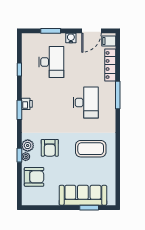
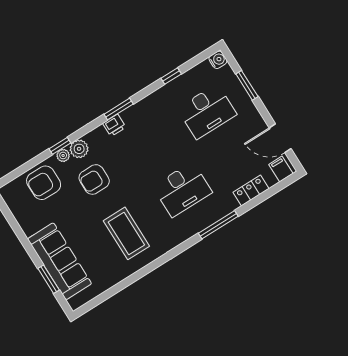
water cooler: (71, 38) -> (218, 60), moved
locker: (110, 65) -> (251, 191), width x0.66
printer: (27, 104) -> (114, 125), moved
armchair: (34, 177) -> (44, 183), turned 90

